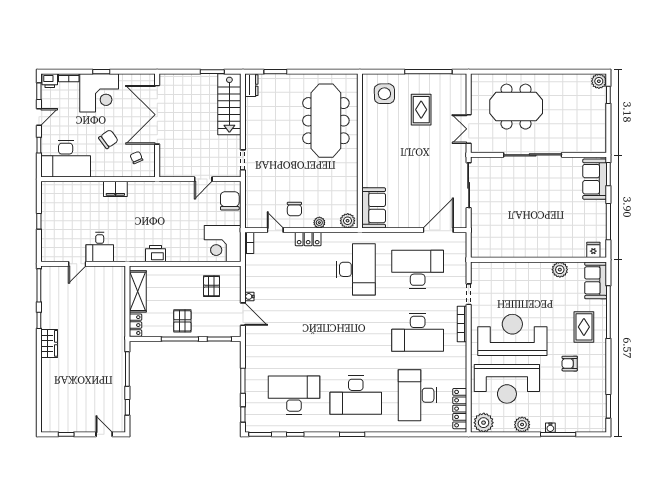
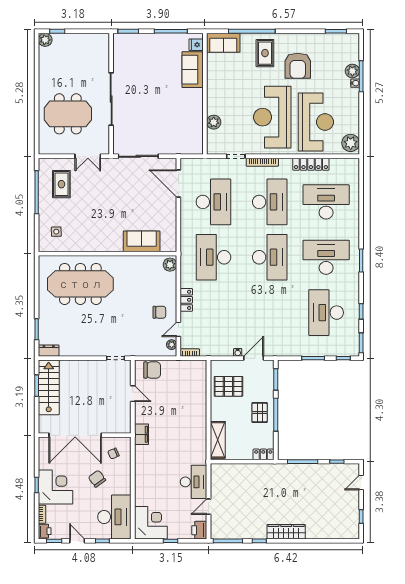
side table: (384, 94) -> (56, 232), width x0.54, depth x0.54
stairs: (229, 104) -> (49, 387), moved, turned -90
meeting table: (516, 107) -> (68, 114), turned 90
rug: (421, 110) -> (61, 184), moved, turned 90
sofa: (595, 179) -> (193, 70), moved, turned 90
filing cabinet: (115, 189) -> (142, 434), moved
chair: (230, 201) -> (152, 370), turned 180
sofa: (374, 208) -> (142, 241), moved
plant: (319, 223) -> (172, 345), moved
corner desk: (223, 244) -> (151, 523), moved, turned -90
desk: (100, 247) -> (193, 482), width x1.37
printer: (156, 254) -> (199, 530), moved
door: (77, 264) -> (208, 507), swing flipped
desk: (356, 269) -> (213, 257), turned -90
desk: (418, 269) -> (213, 202), turned 180
plant: (560, 270) -> (214, 122), moved
pallet: (212, 286) -> (228, 386), width x1.50, depth x1.42
shelving: (138, 291) -> (218, 440), moved, turned 90
pallet: (182, 321) -> (260, 412), turned 90
rug: (584, 327) -> (265, 53), turned 90
desk: (356, 332) -> (270, 257), added
wardrobe: (49, 343) -> (286, 532), width x1.50
armchair: (570, 364) -> (298, 66), width x1.88, depth x1.88
desk: (356, 395) -> (326, 257), turned -90
desk: (418, 395) -> (326, 202), turned 180
locker: (460, 409) -> (311, 164), moved
plant: (522, 425) -> (352, 71), moved

